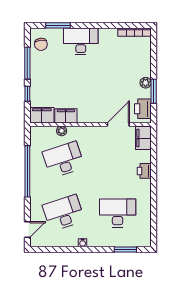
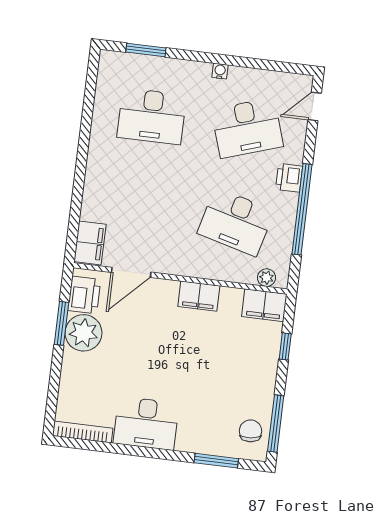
desk: (81, 41) -> (146, 423), moved
window: (27, 63) -> (276, 424), moved
plant: (146, 83) -> (83, 333), width x1.87, depth x1.87
filing cabinet: (66, 116) -> (199, 296), moved
plant: (62, 131) -> (267, 278), moved
desk: (63, 160) -> (236, 222), turned 33
printer: (144, 171) -> (289, 178), moved, turned 180

